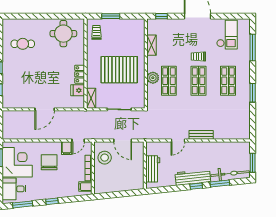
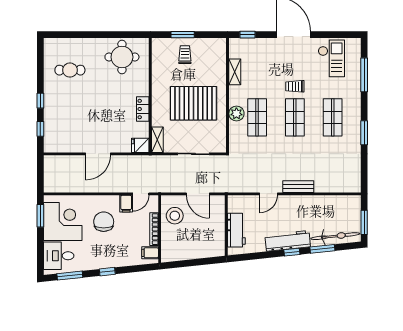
trolley: (96, 32) -> (185, 55), moved
fridge: (78, 90) -> (140, 145), moved

